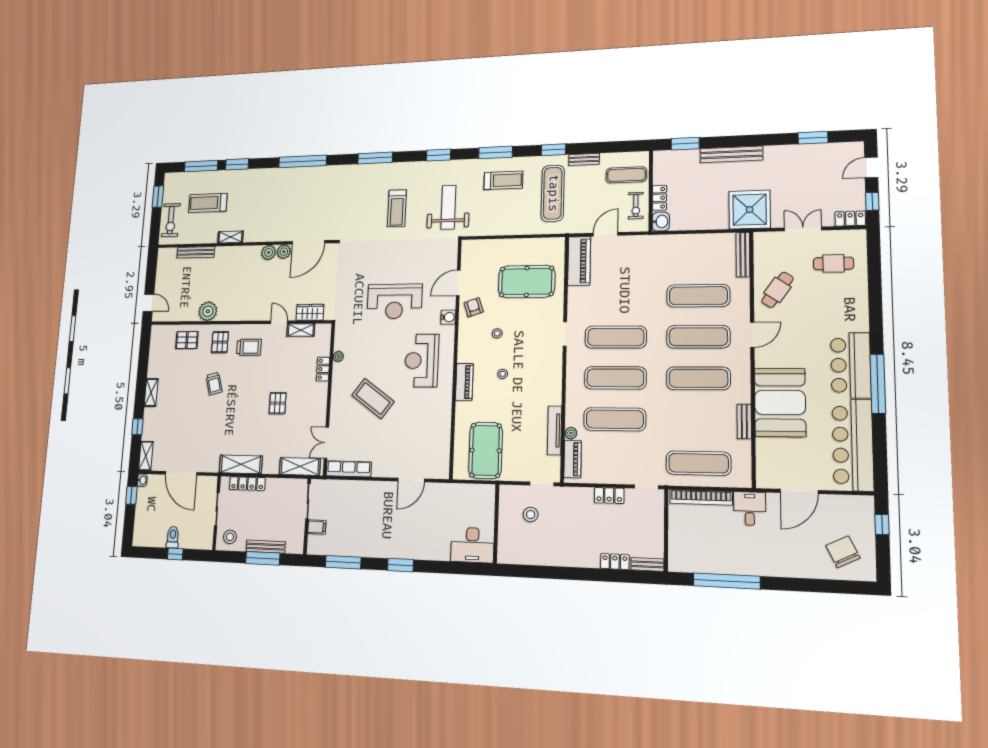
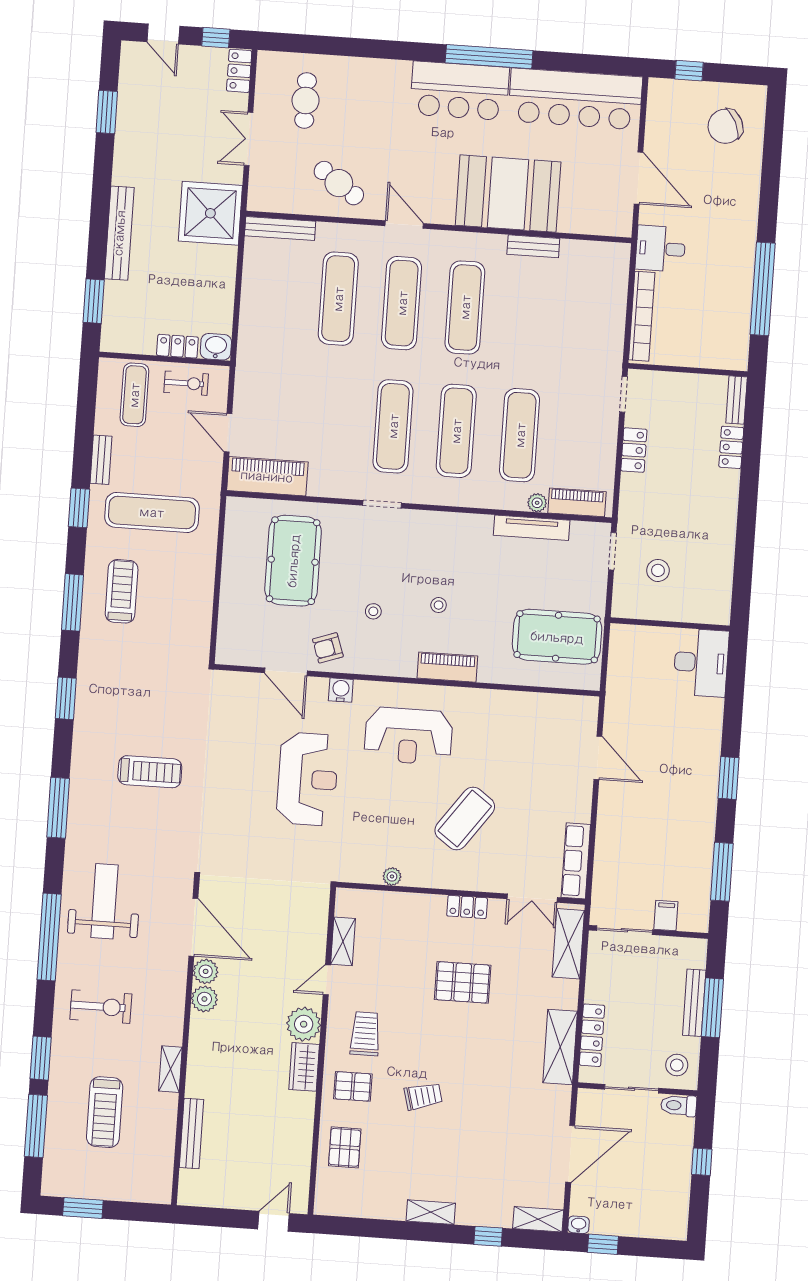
weight bench: (448, 207) -> (104, 901), moved, turned 90
exercise bike: (171, 220) -> (101, 1007), moved
plant: (208, 311) -> (304, 1024), moved
wardrobe: (310, 312) -> (304, 1067), moved
locker: (323, 369) -> (467, 907), moved
pallet: (278, 403) -> (463, 982), width x1.50, depth x1.42
exercise mat: (698, 463) -> (592, 316), removed
toilet: (173, 537) -> (679, 1106), moved

